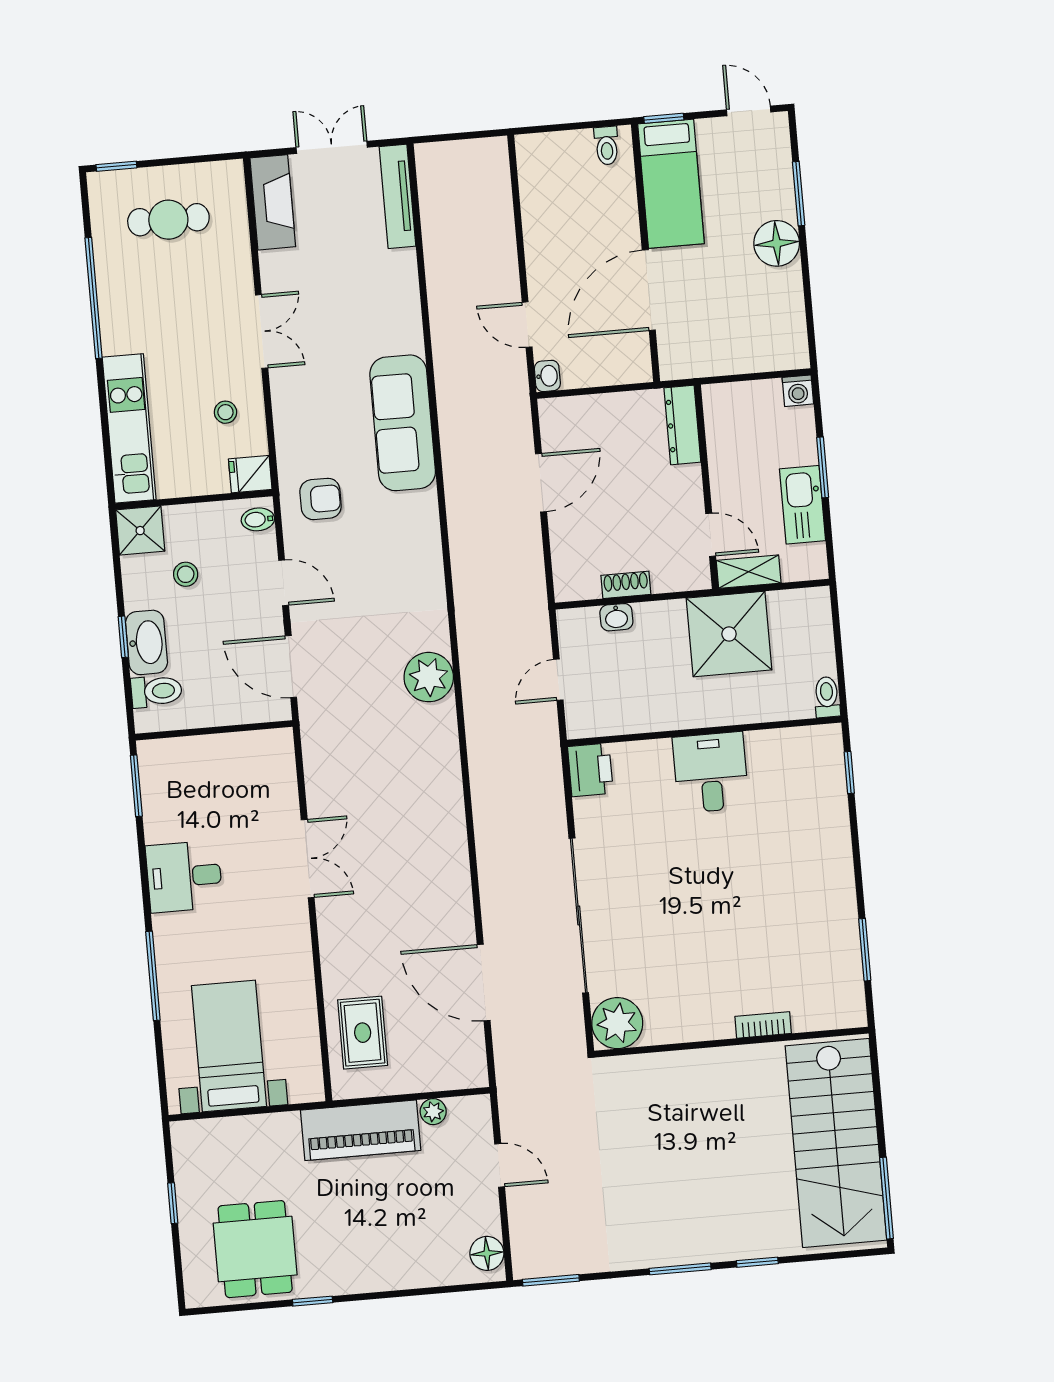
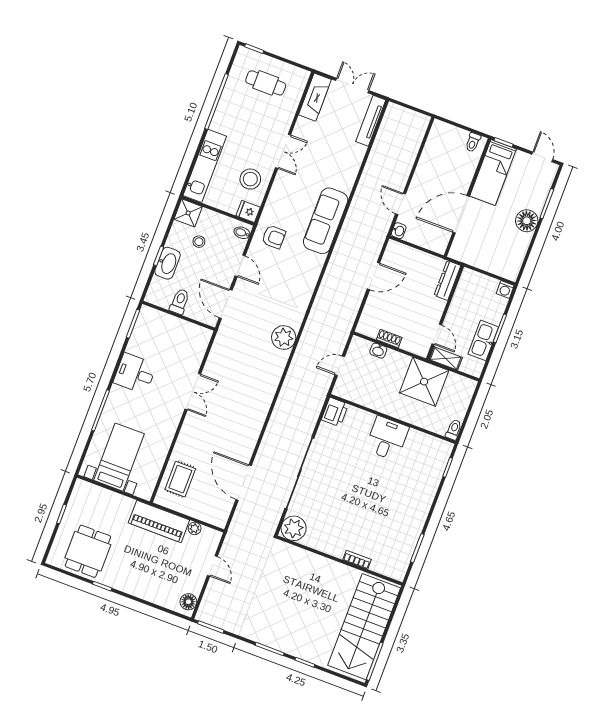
stool: (225, 412) -> (250, 179), width x1.89, depth x1.89
toilet: (156, 691) -> (180, 301), moved, turned -90

